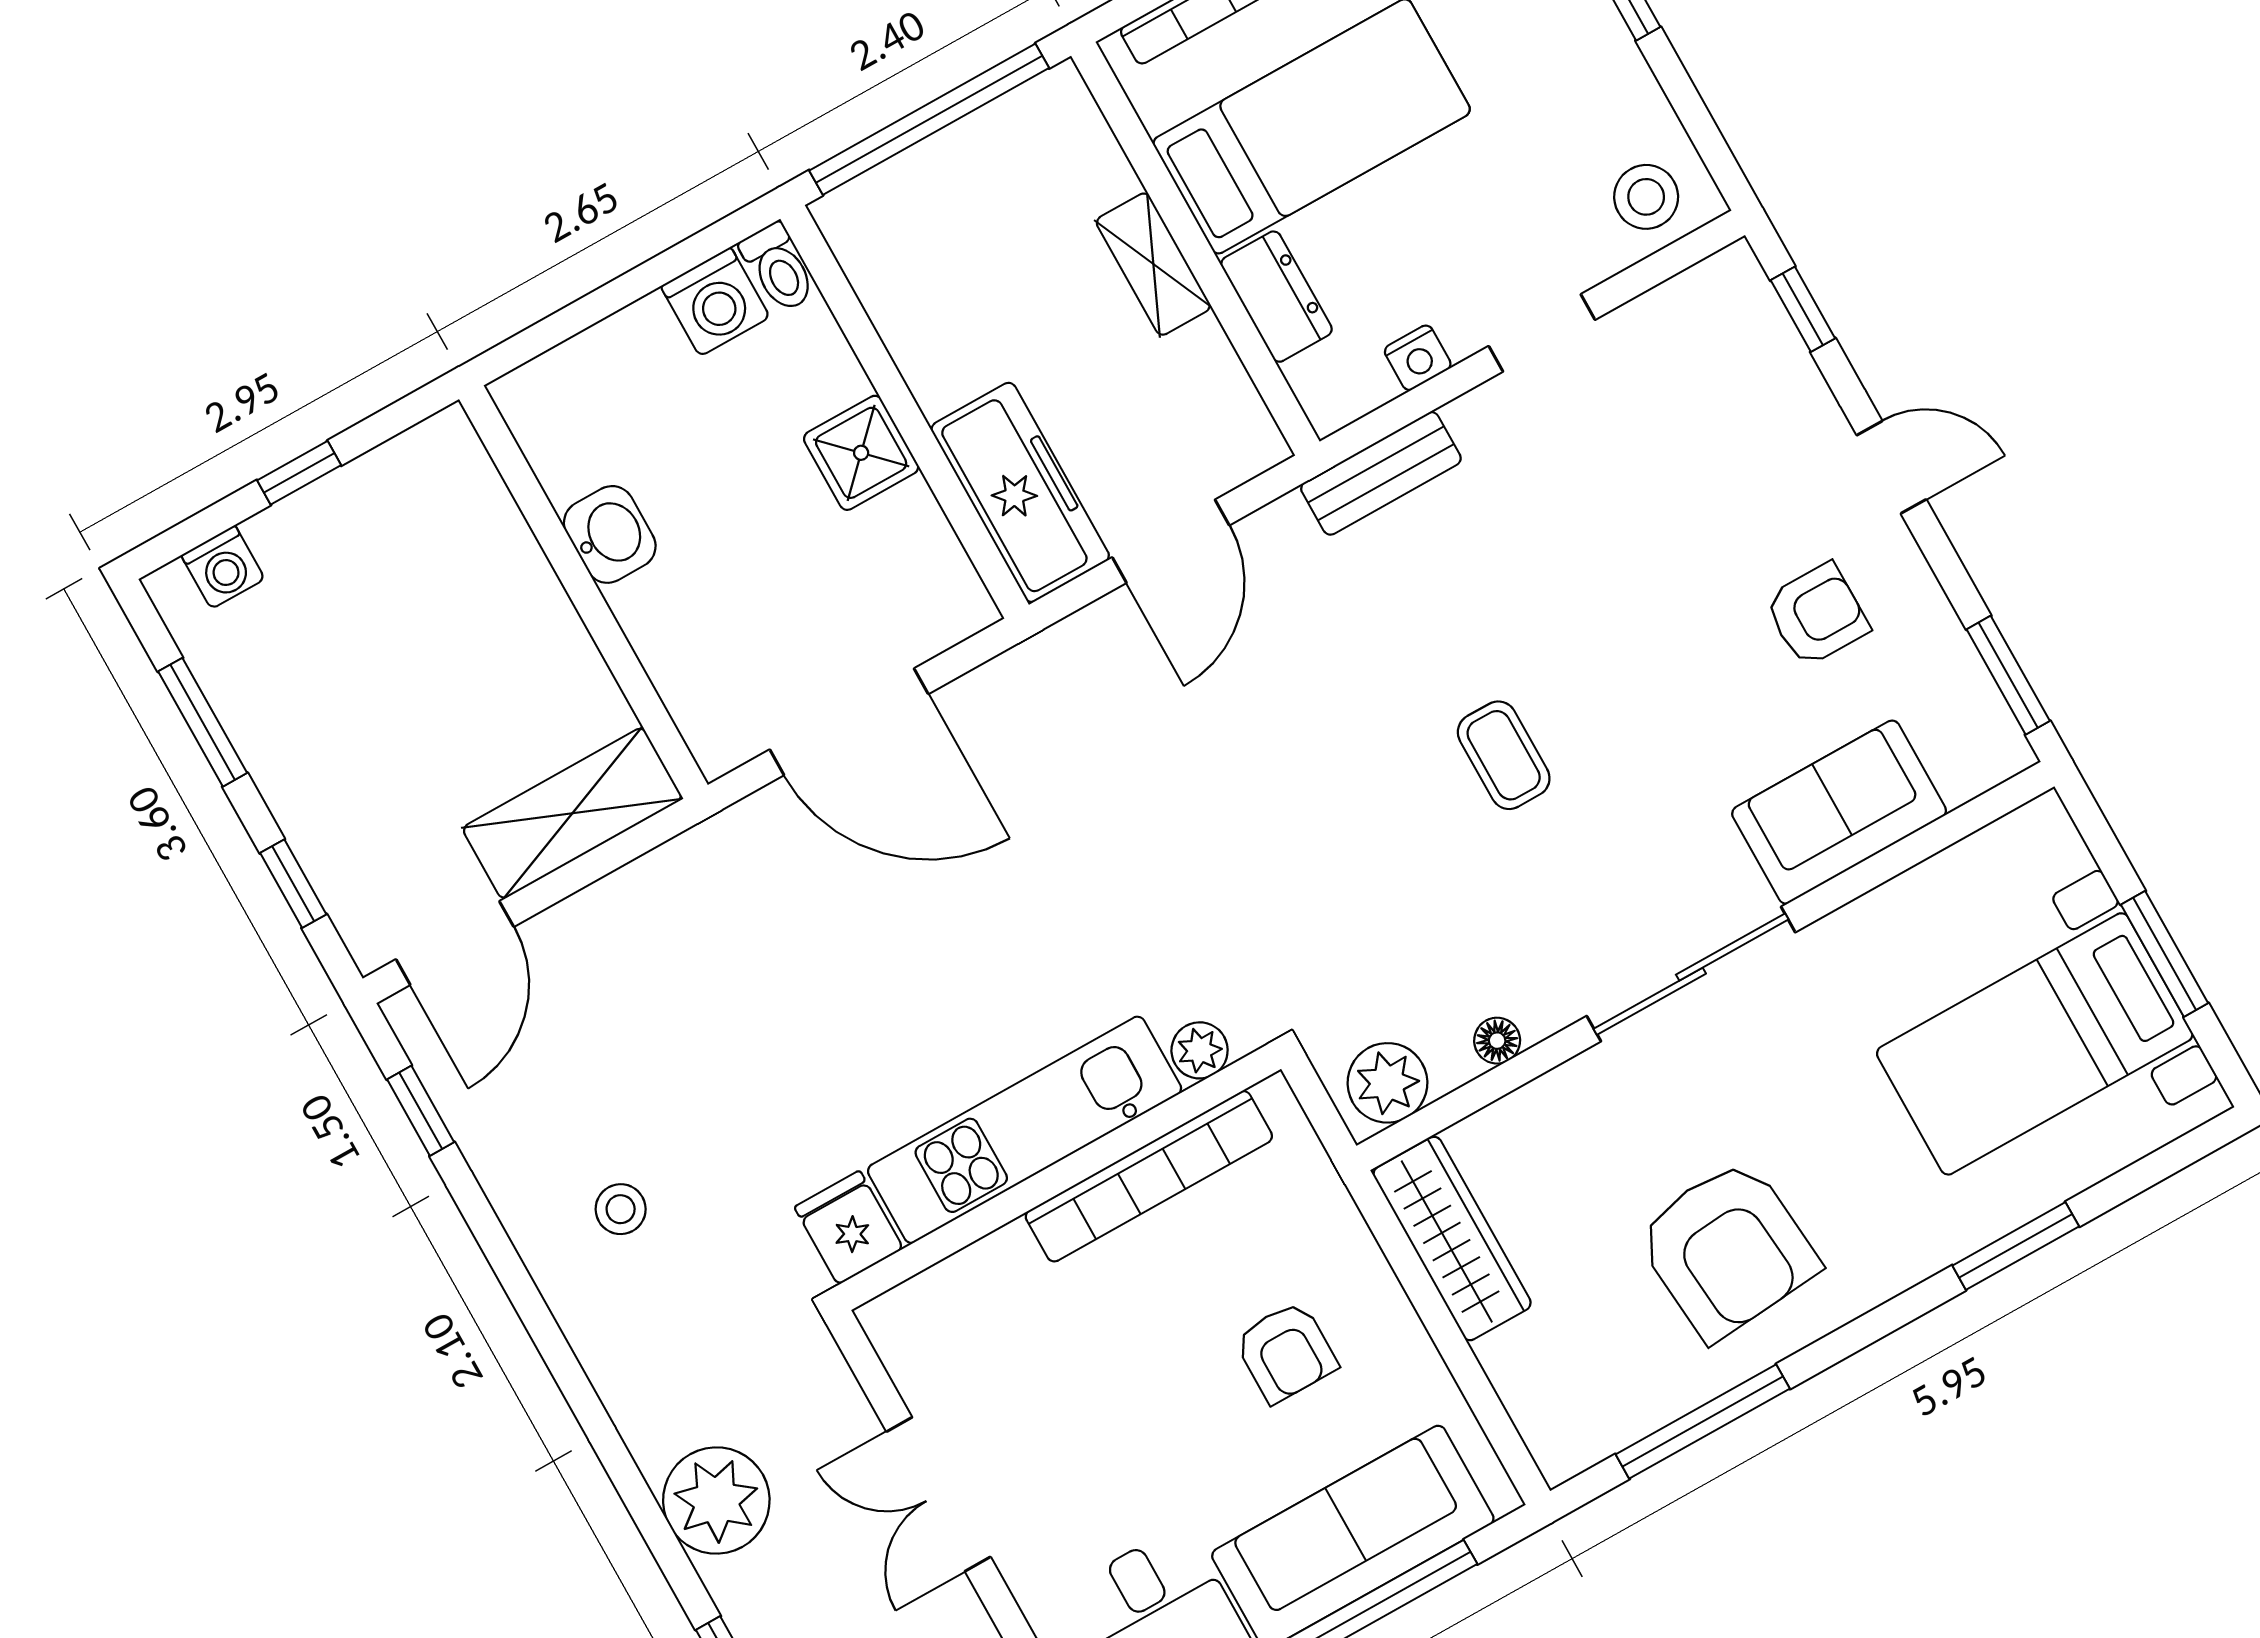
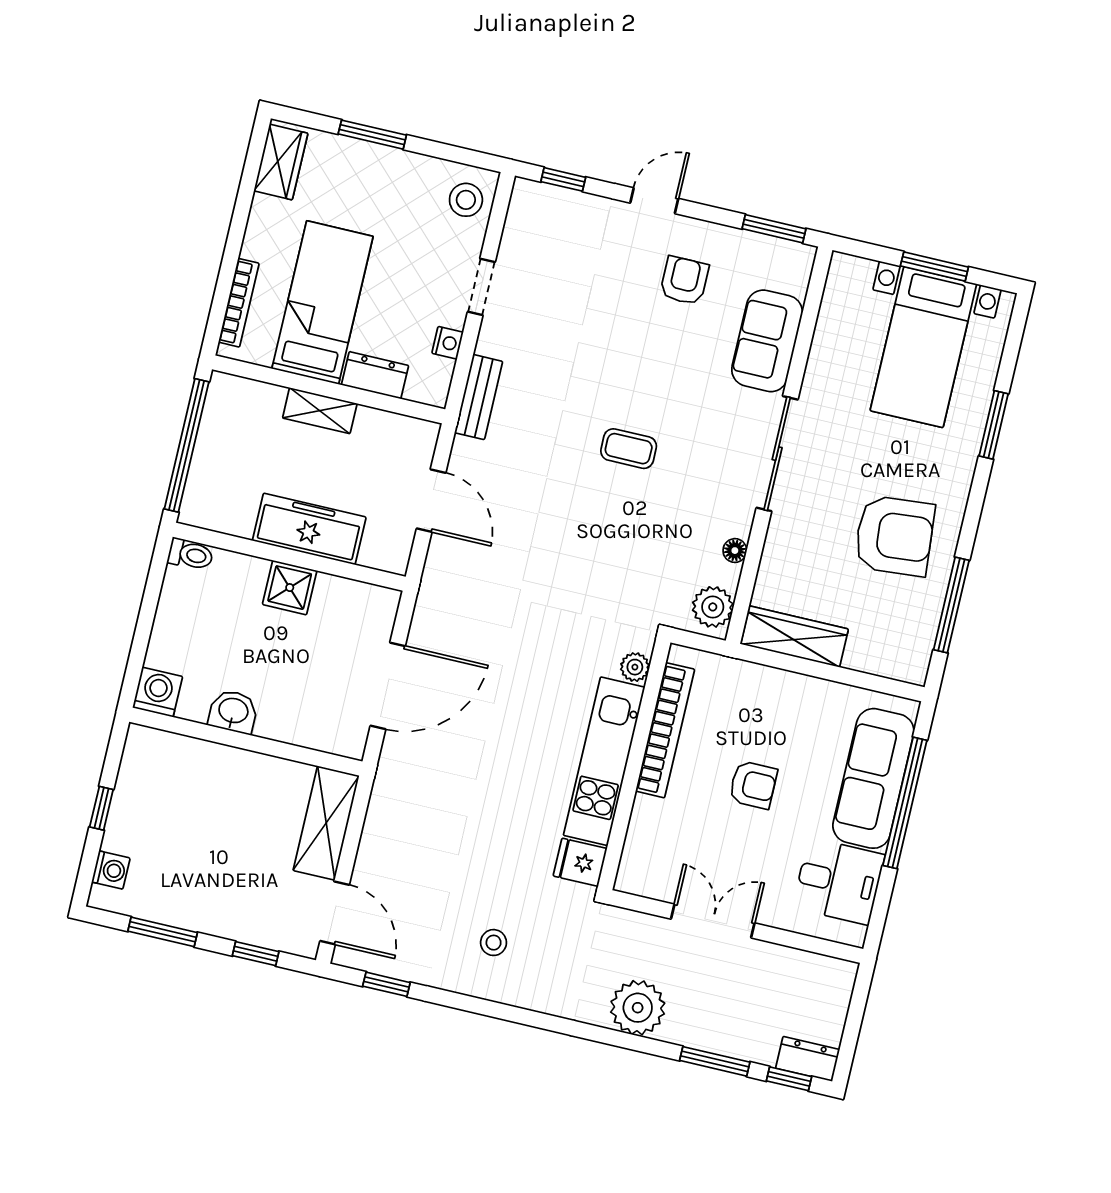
washing machine: (715, 302) -> (158, 692), moved, turned -90
freezer: (1020, 492) -> (309, 529), moved
armchair: (1286, 1352) -> (753, 785), moved
double door: (938, 1494) -> (713, 921), swing flipped

